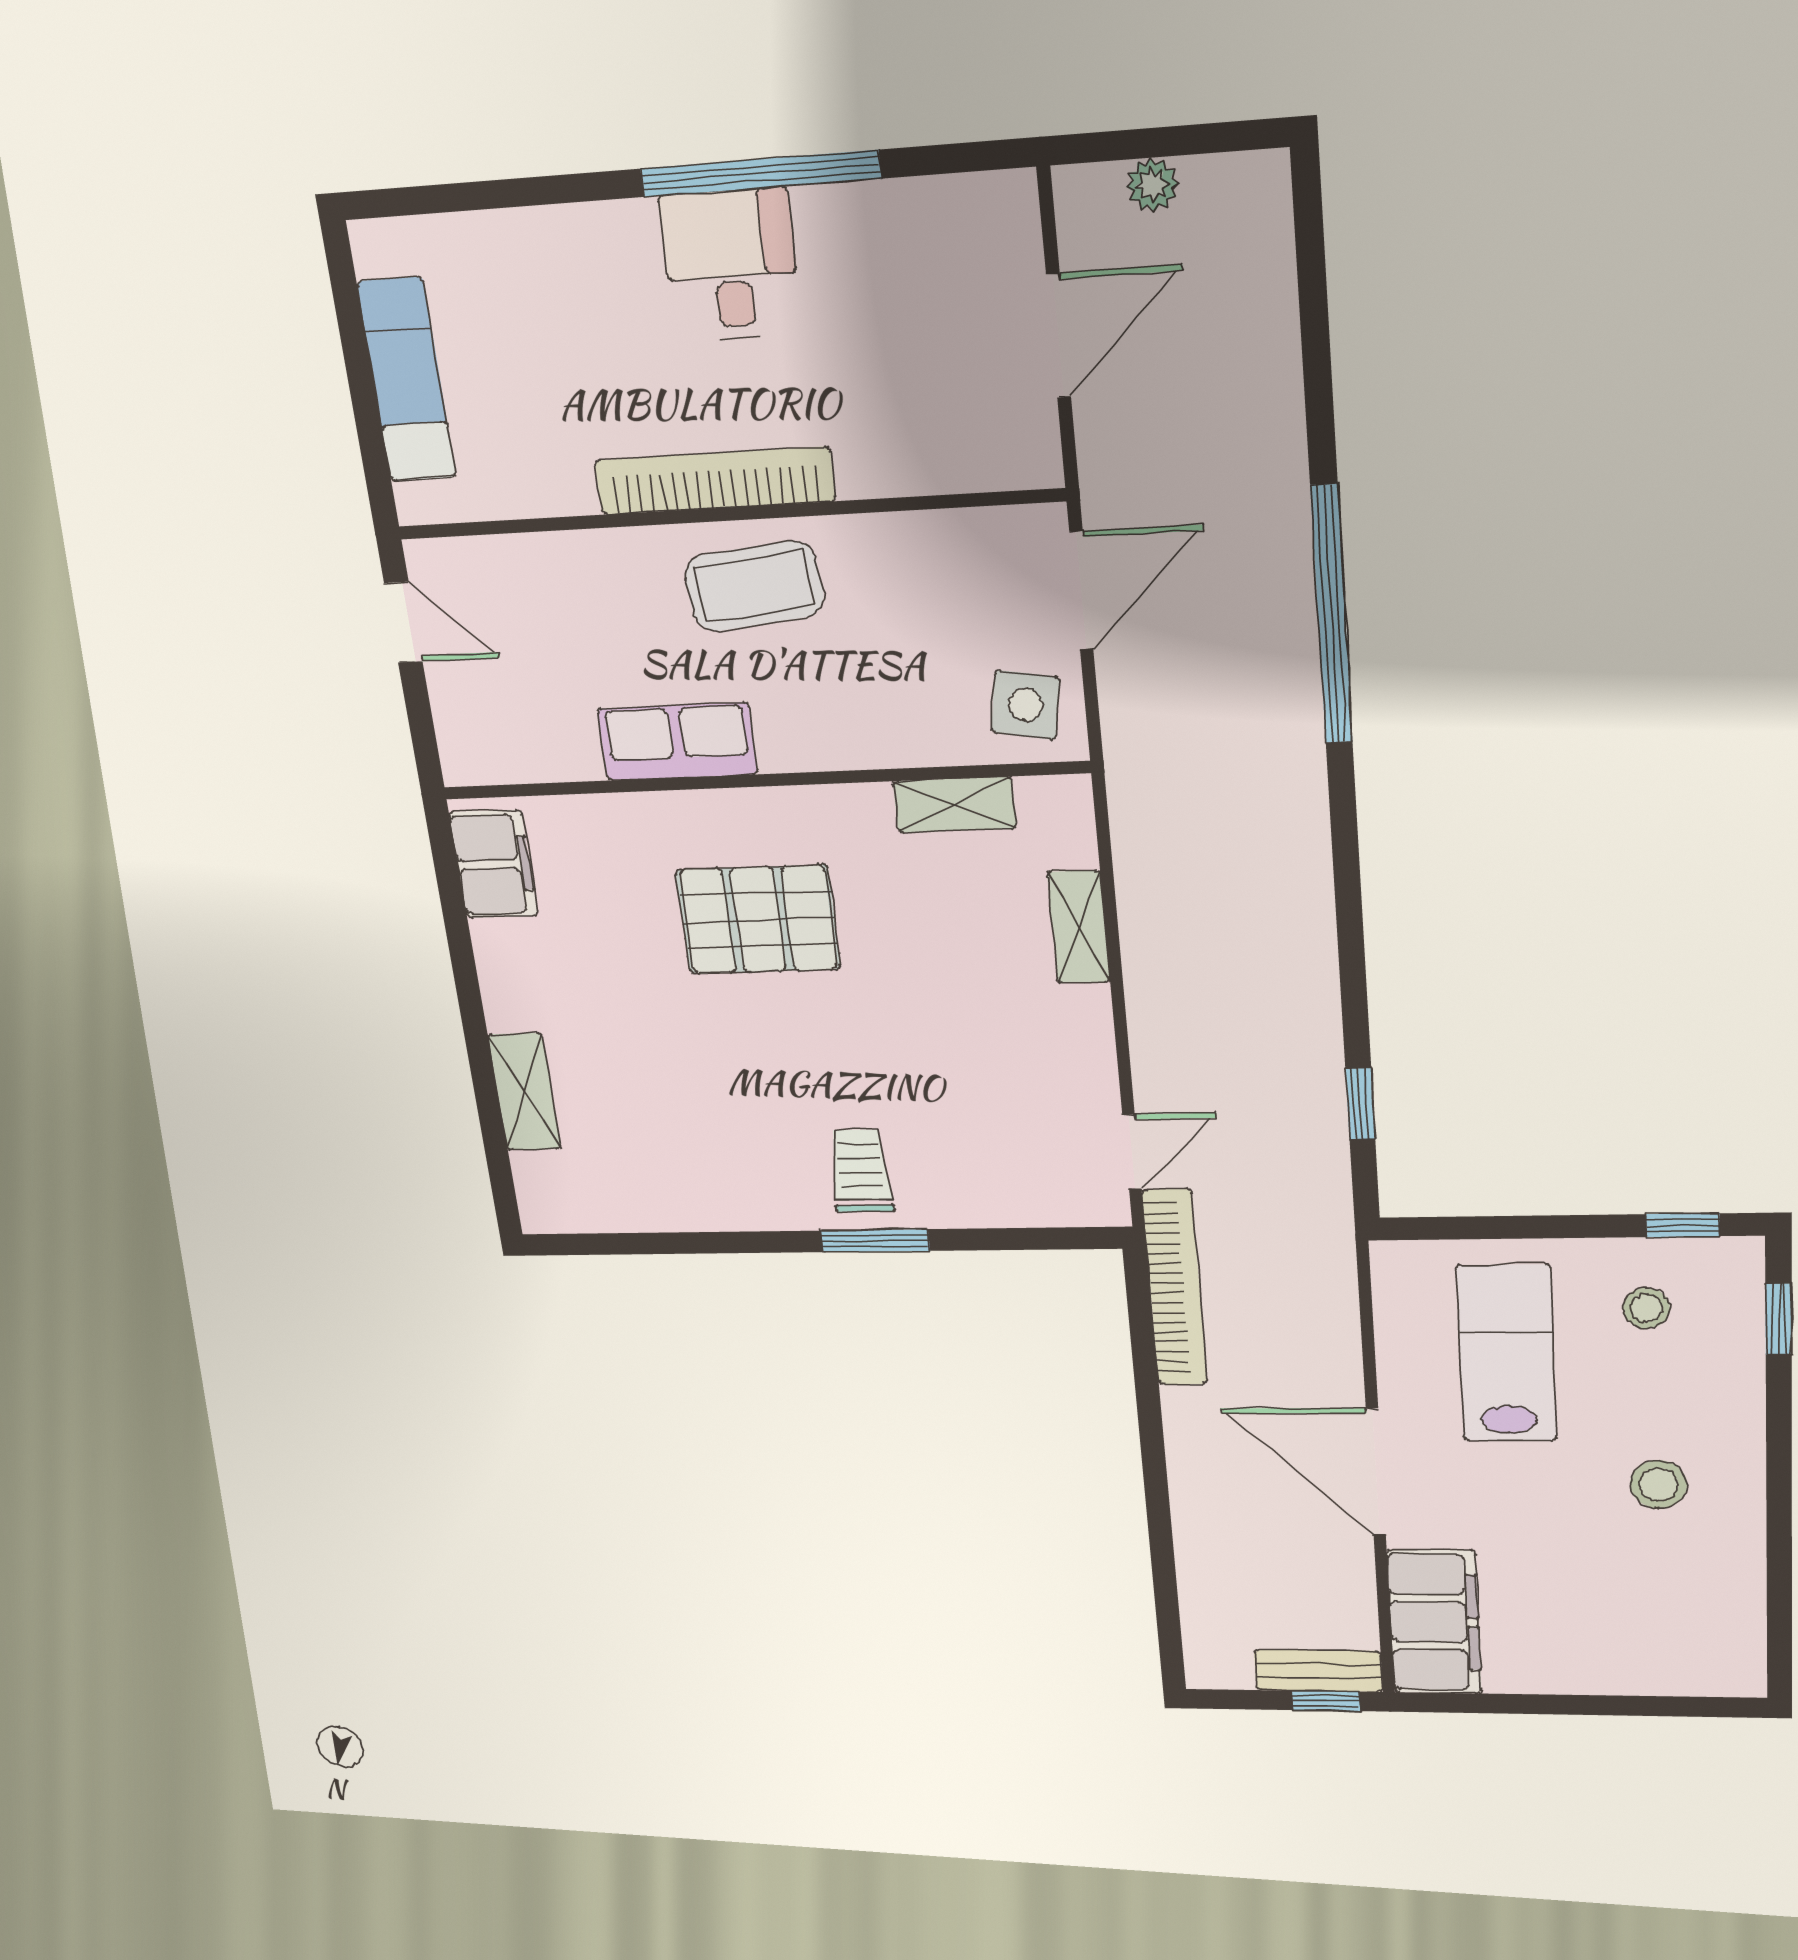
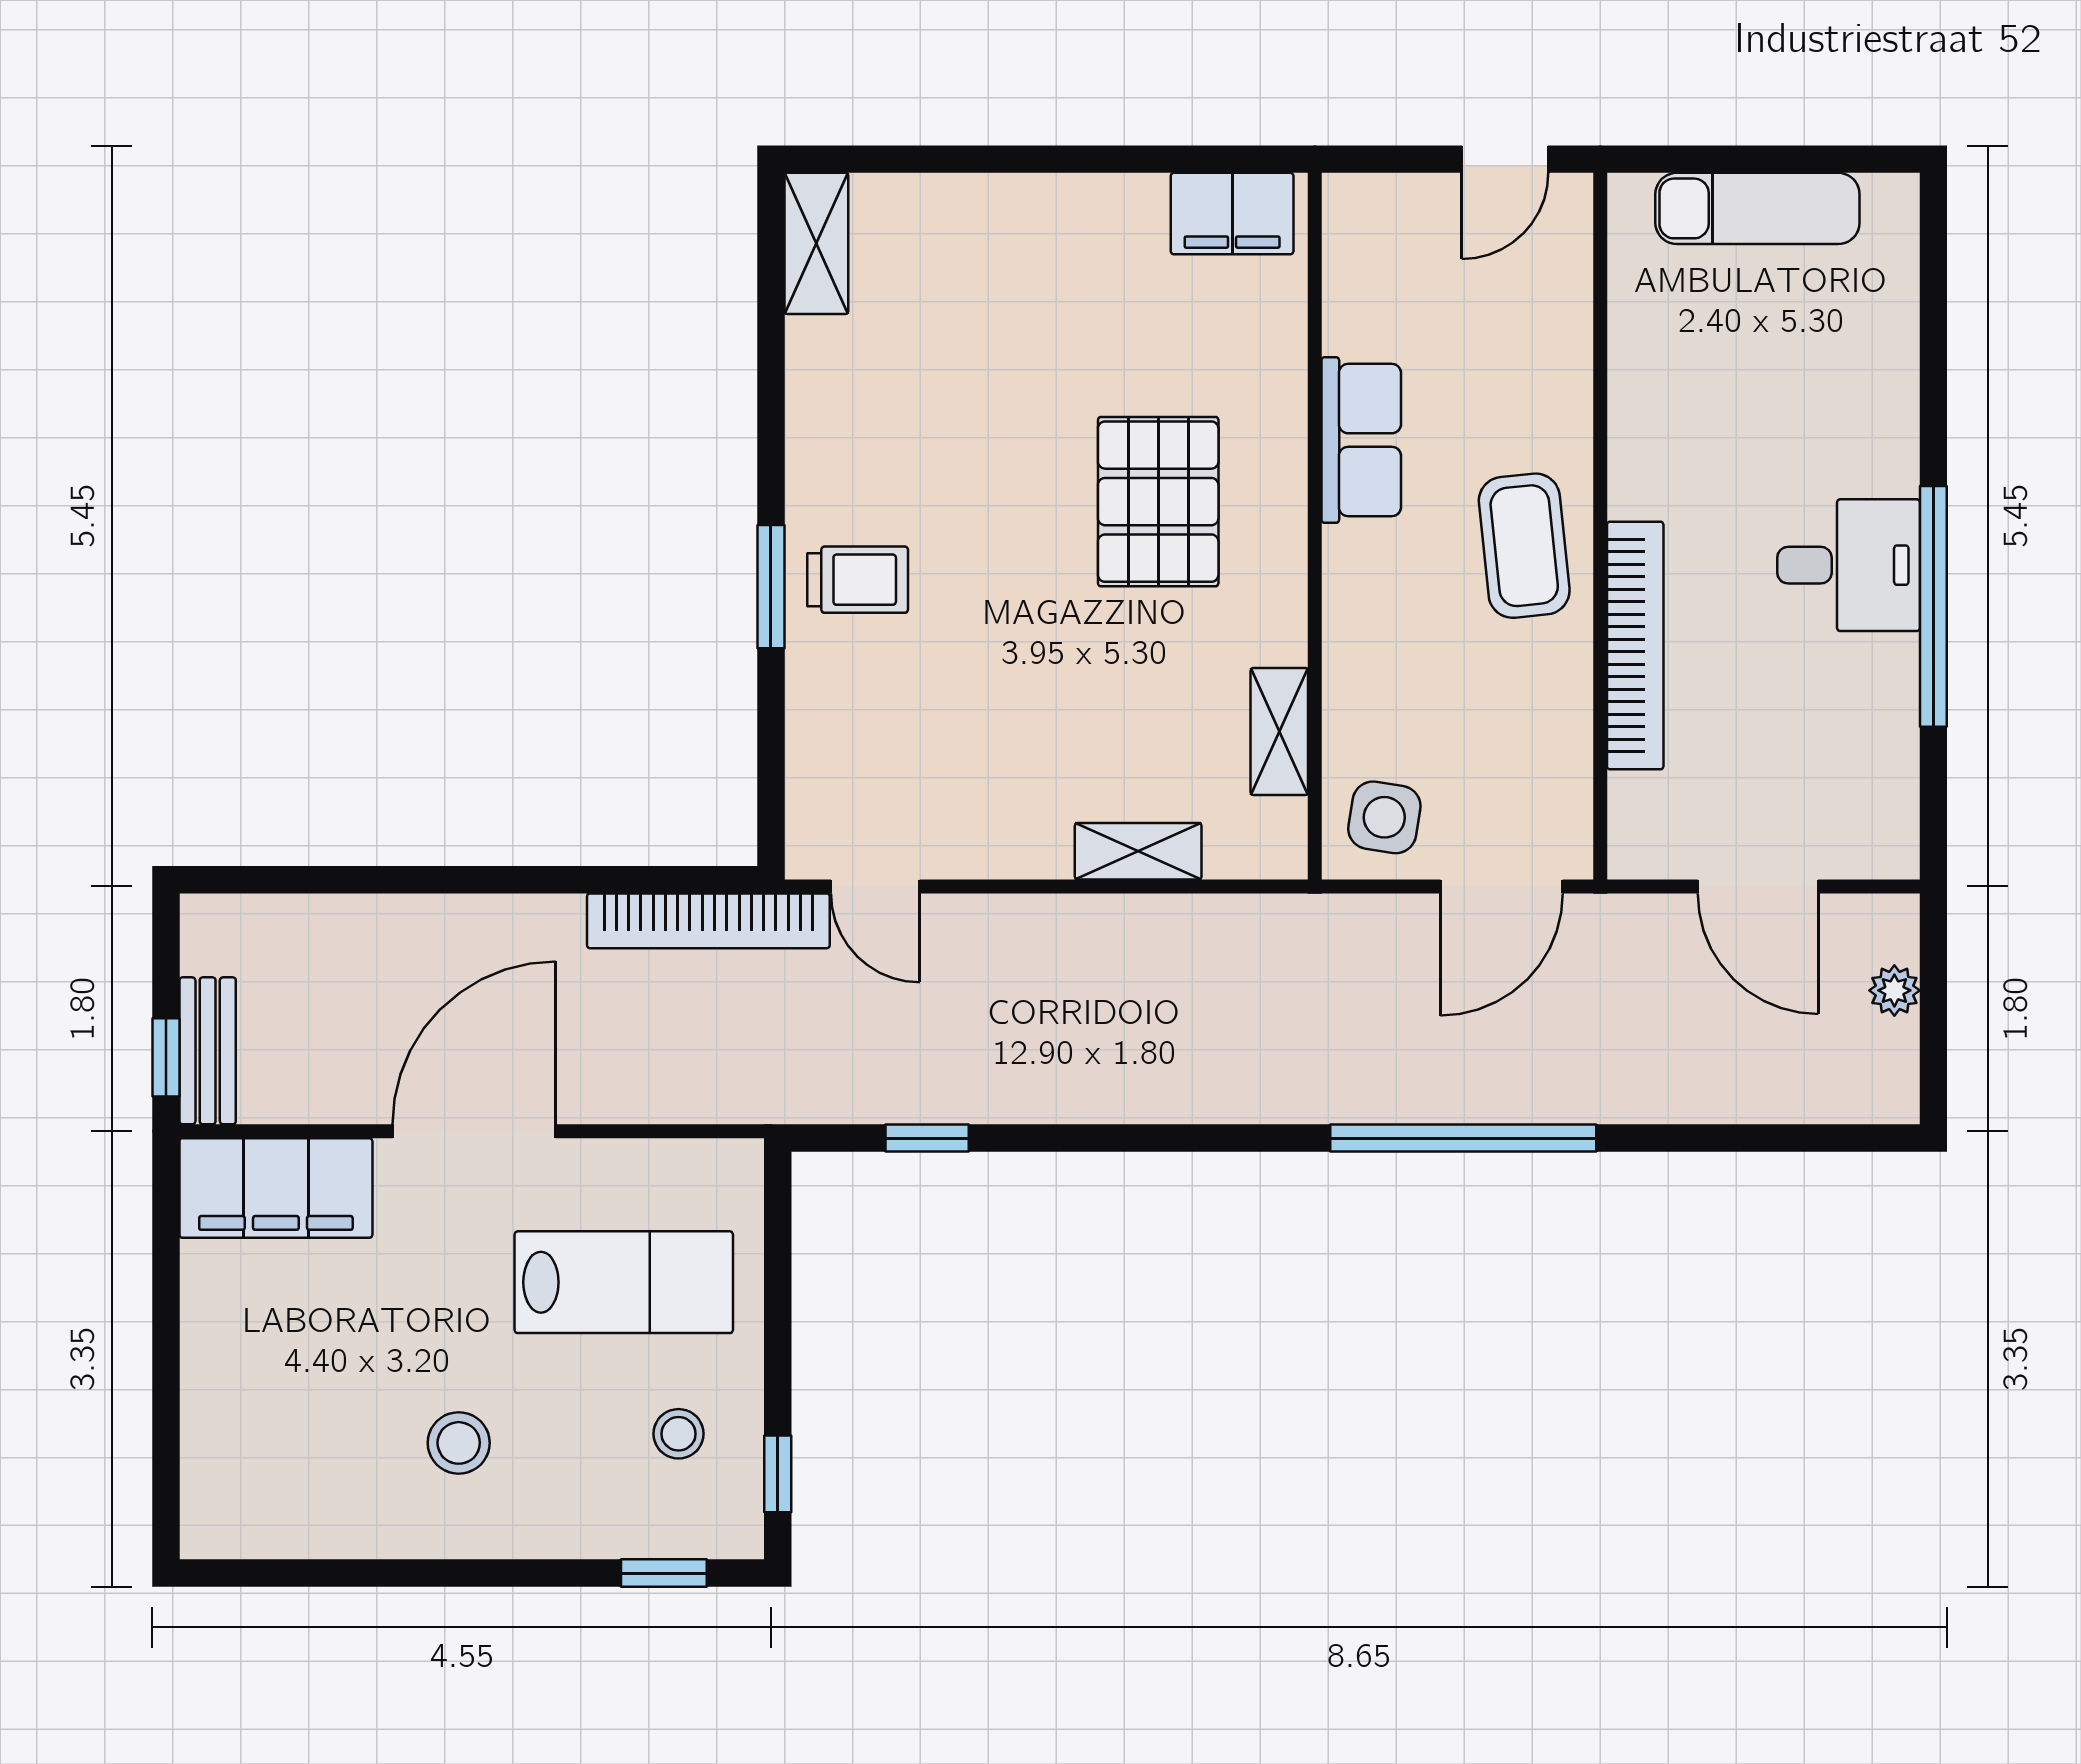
bookcase: (715, 481) -> (1635, 646), moved
door: (1081, 591) -> (1502, 886), hinge flipped
shelving: (525, 1092) -> (816, 243), moved, turned 90

